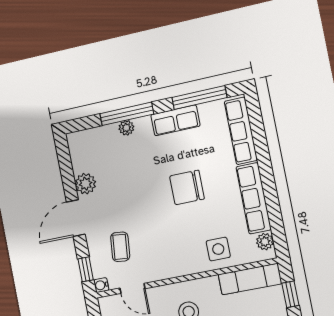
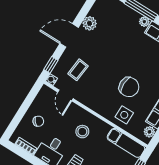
plant: (126, 128) -> (144, 22), moved
chair: (187, 187) -> (129, 87), moved, turned 180

